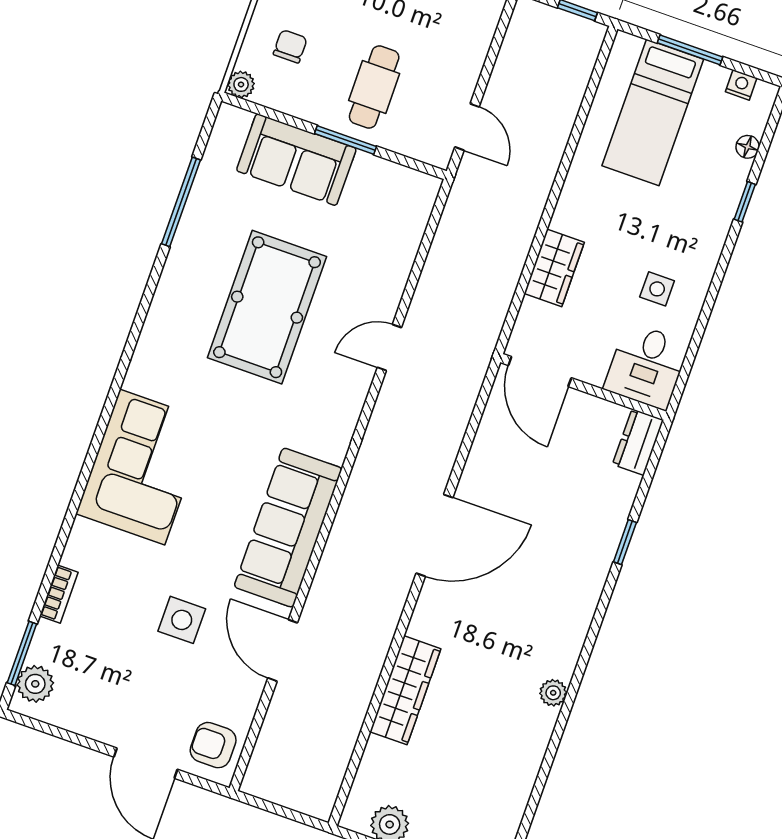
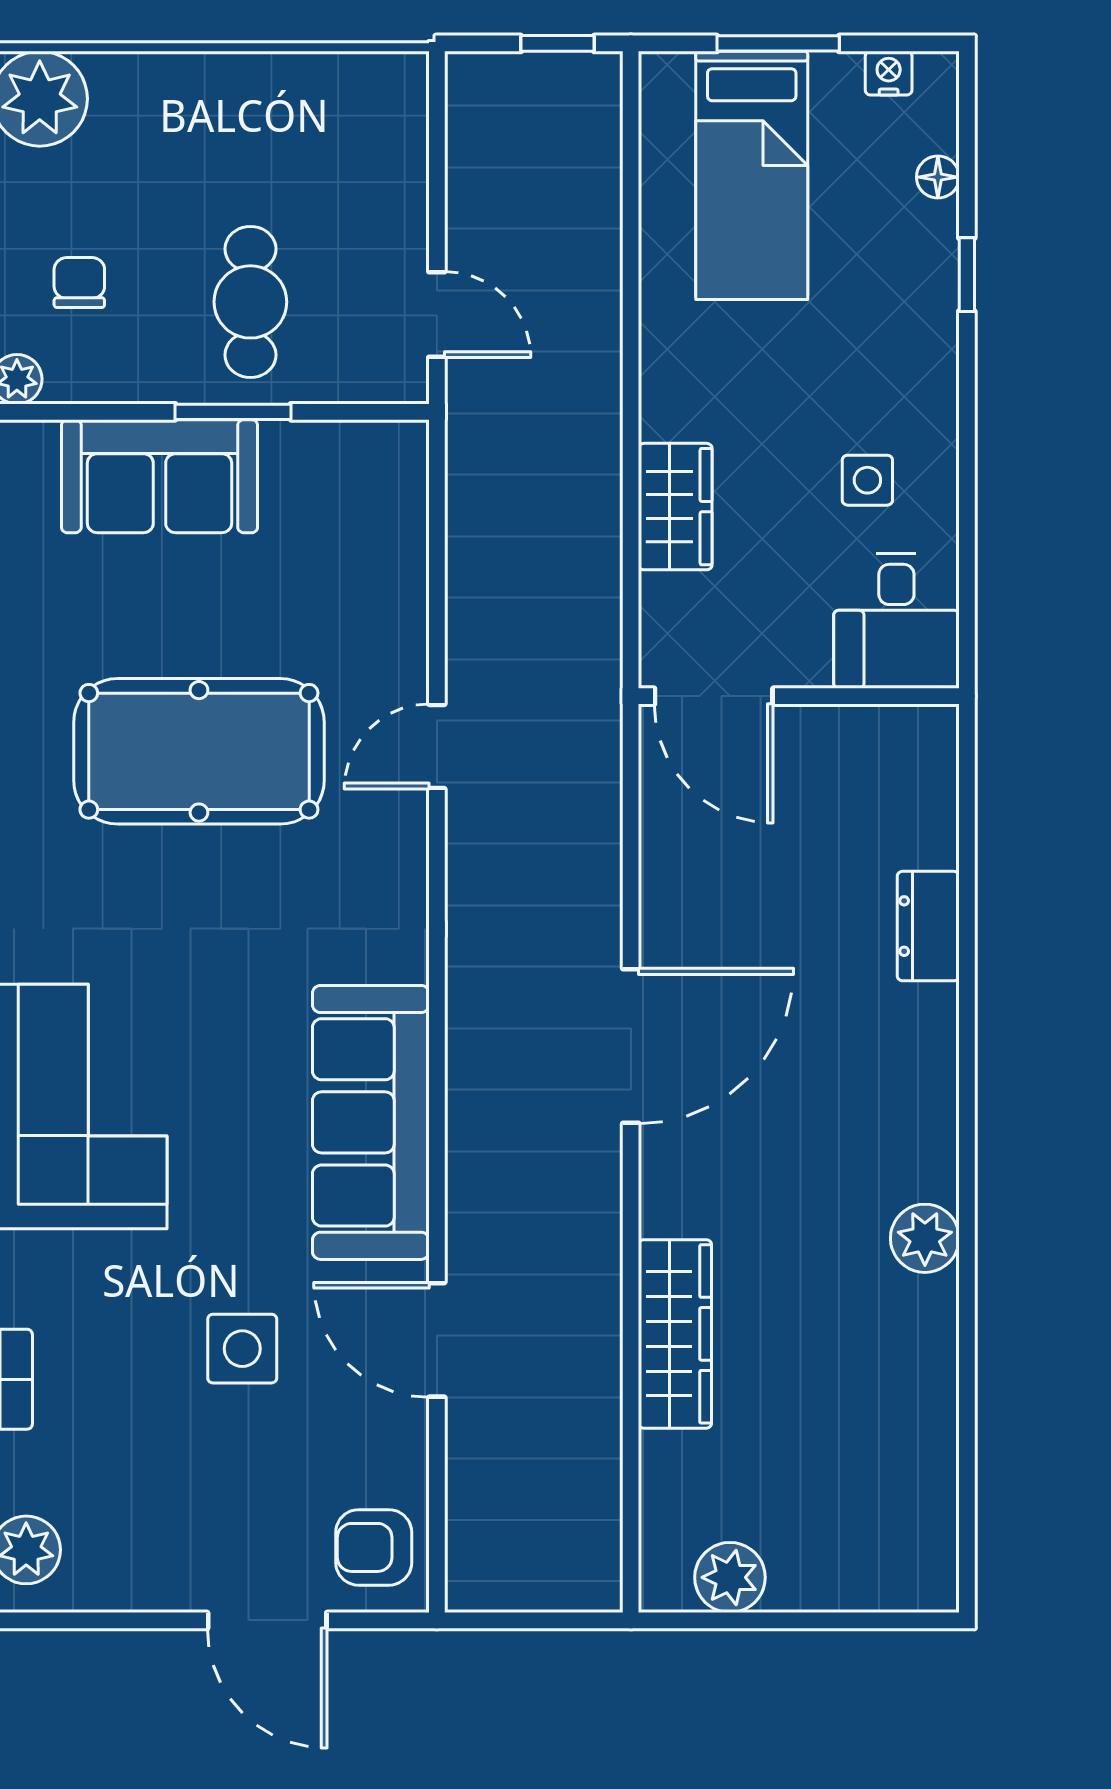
pool table: (267, 307) -> (199, 751), turned 90
dresser: (638, 442) -> (928, 926), moved
window: (625, 542) -> (967, 941), removed
plant: (553, 693) -> (925, 1238), width x1.38, depth x1.38

